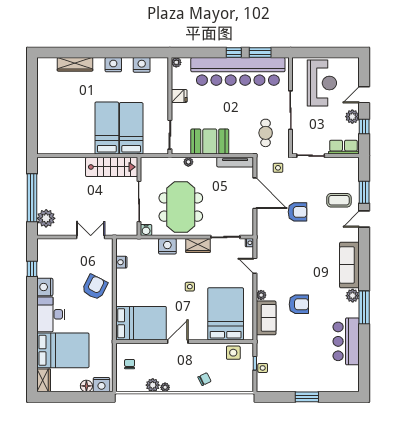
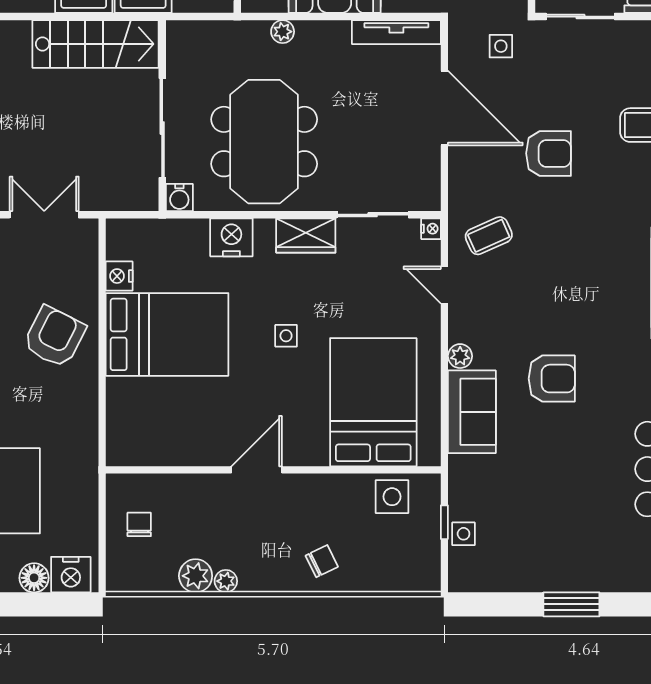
coffee table: (273, 246) -> (489, 236), added
bed: (141, 323) -> (167, 334), moved

